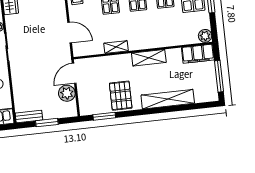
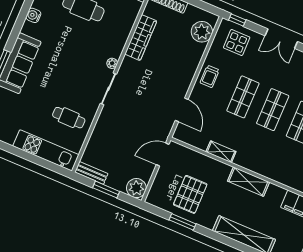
plant: (67, 93) -> (136, 188), moved
pallet: (121, 96) -> (190, 194), moved
window: (104, 116) -> (182, 222), moved

